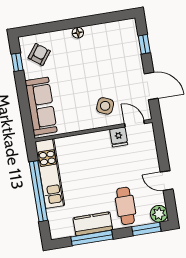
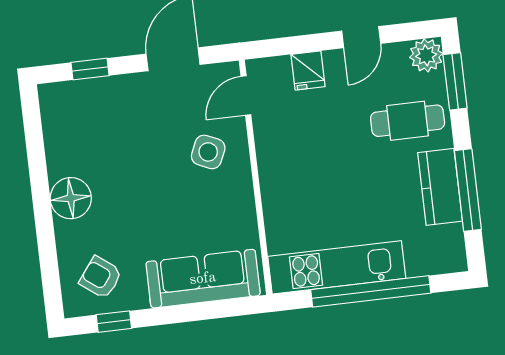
floor lamp: (78, 33) -> (71, 198), width x1.89, depth x1.89
fridge: (119, 137) -> (308, 70), moved, turned 90

